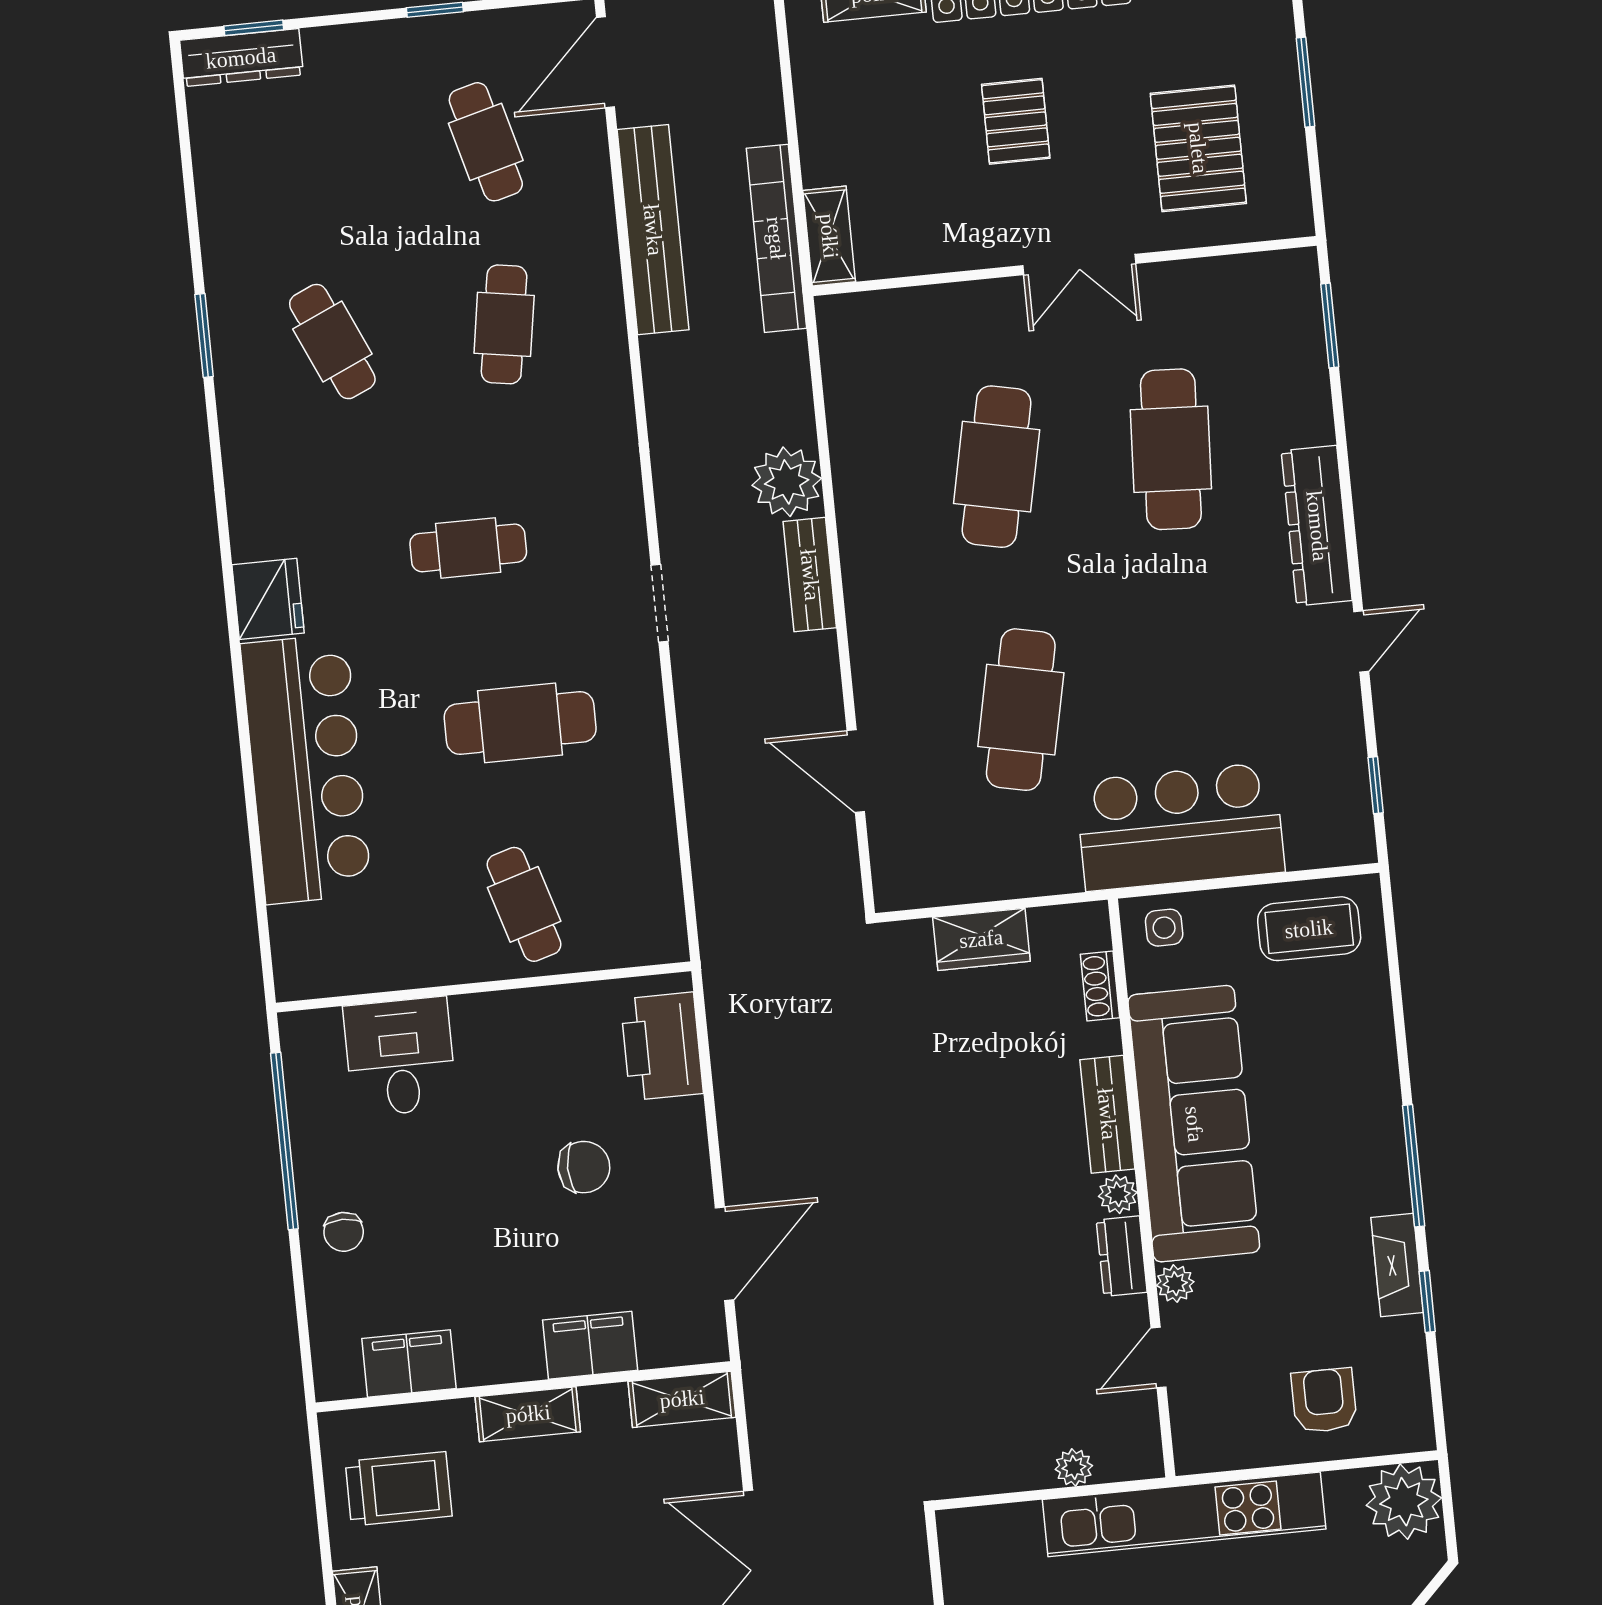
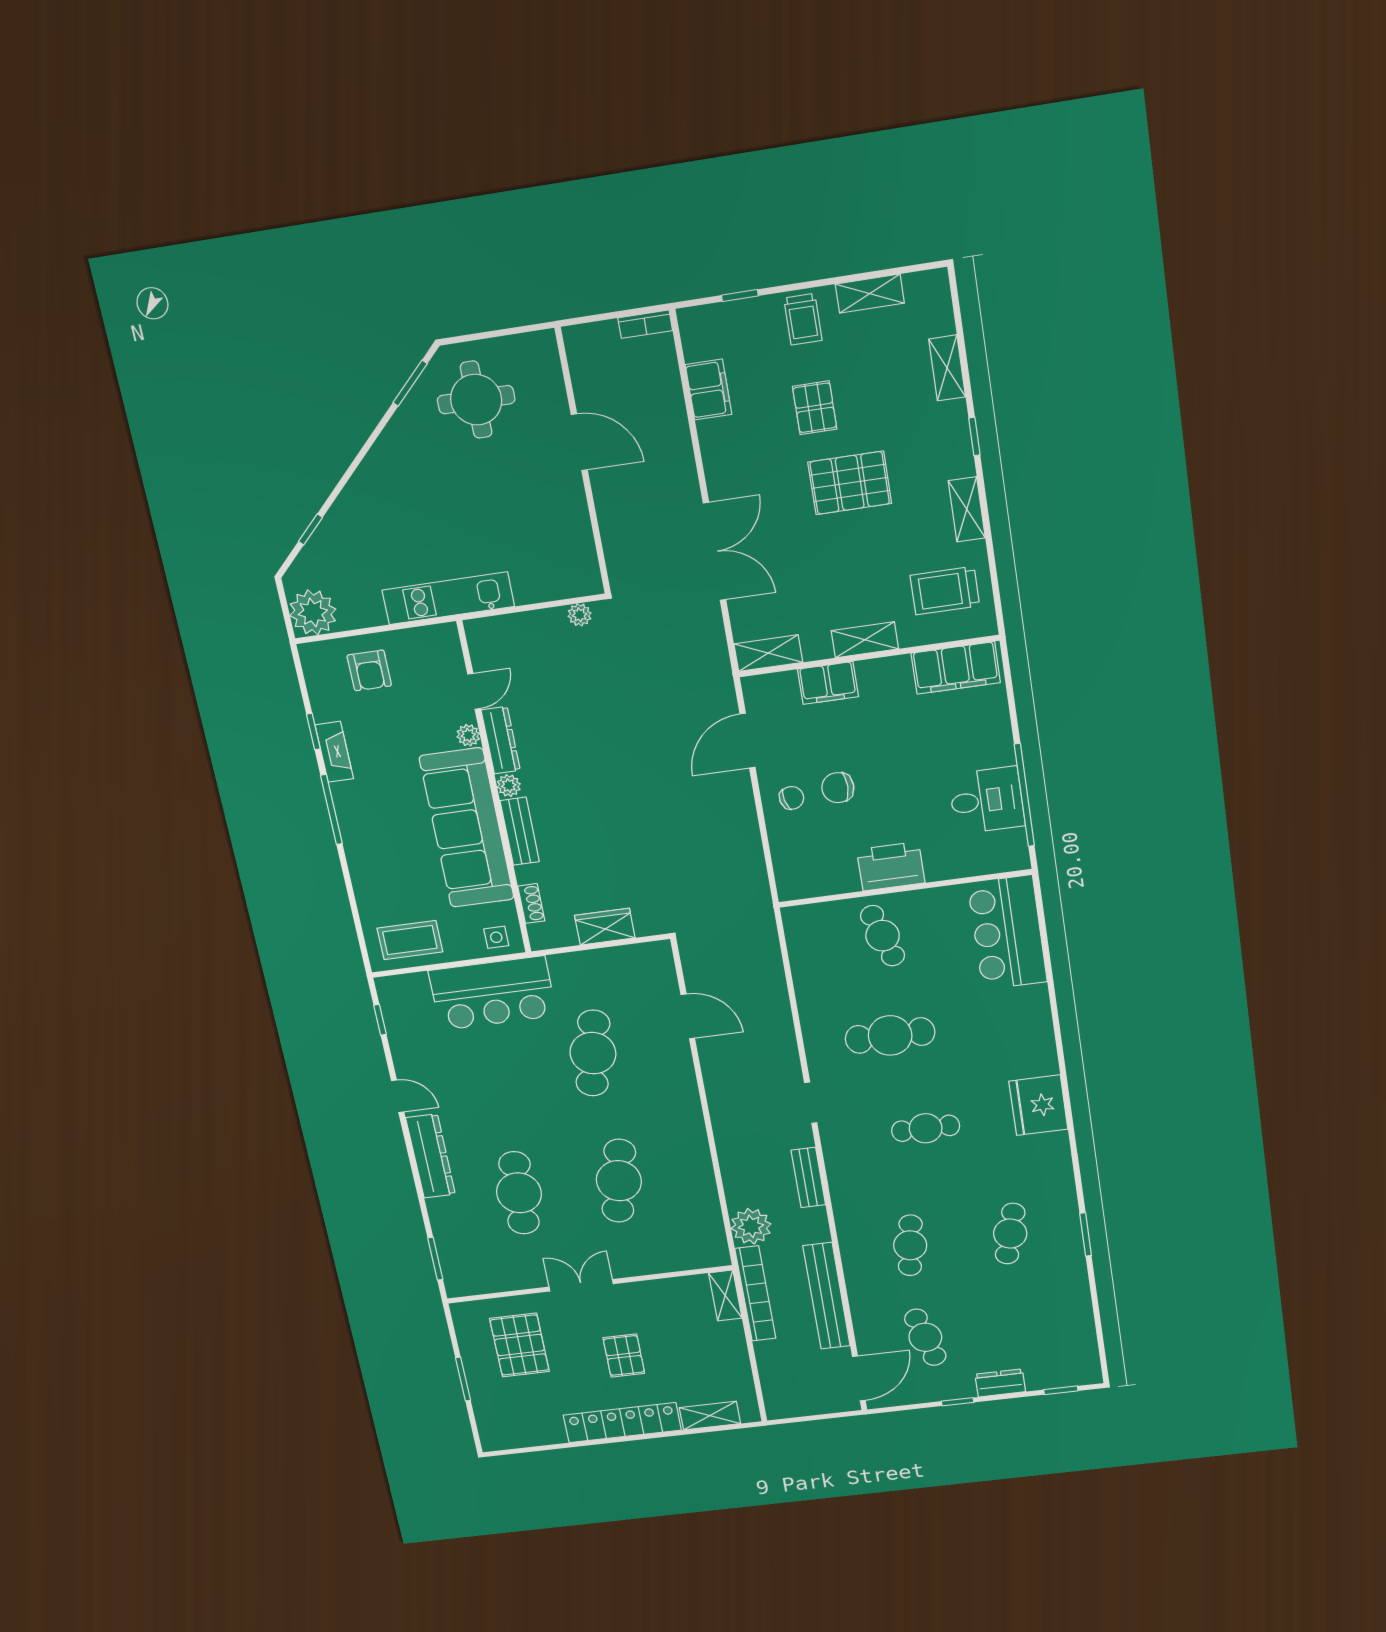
dresser: (241, 58) -> (1000, 1383), moved, width x0.70
cafe table: (332, 342) -> (1010, 1234), turned 39
plant: (787, 482) -> (751, 1226), moved
bench: (810, 575) -> (808, 1177), moved
fridge: (268, 599) -> (1038, 1105), width x1.36, depth x1.34
door: (1361, 641) -> (398, 1096), swing flipped
bar counter: (306, 769) -> (1007, 933), moved, width x0.73
printer: (662, 1046) -> (891, 866), moved, turned -90
desk: (400, 1057) -> (987, 800), moved, turned -90
chair: (344, 1232) -> (792, 798), moved, turned 77
dresser: (1122, 1256) -> (501, 740), width x1.44
filing cabinet: (409, 1364) -> (956, 668), width x1.50, depth x1.17
plant: (1074, 1467) -> (580, 615), moved
kitchen unit: (1184, 1514) -> (448, 598), width x0.73

